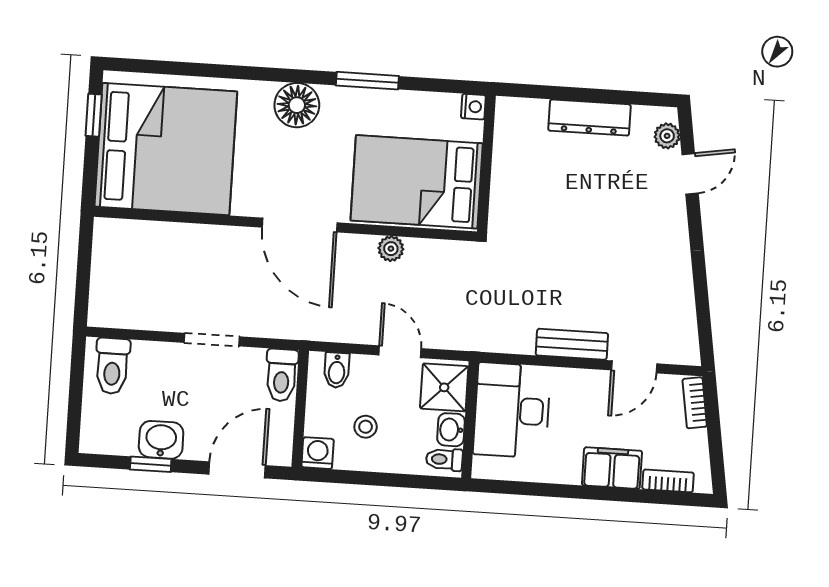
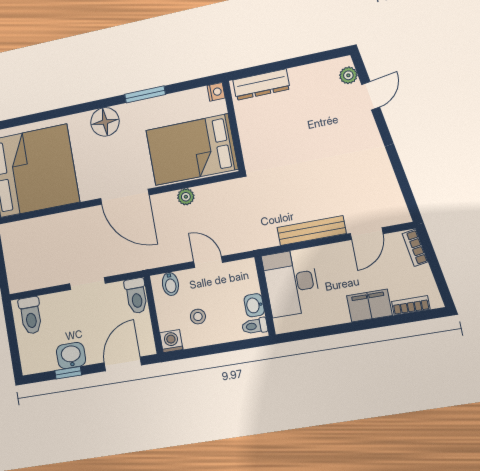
dresser: (590, 118) -> (261, 85), moved
bench: (572, 344) -> (312, 231), width x1.36
shower: (444, 387) -> (243, 278), removed

